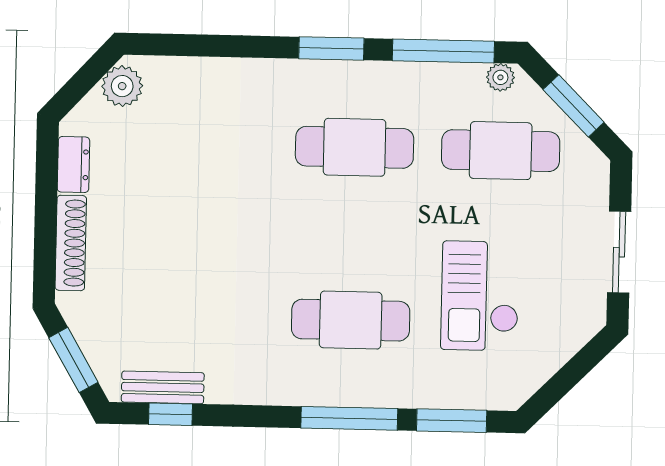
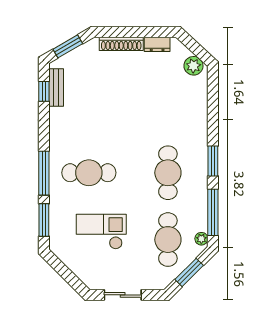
cafe table: (351, 320) -> (89, 173), turned 90

